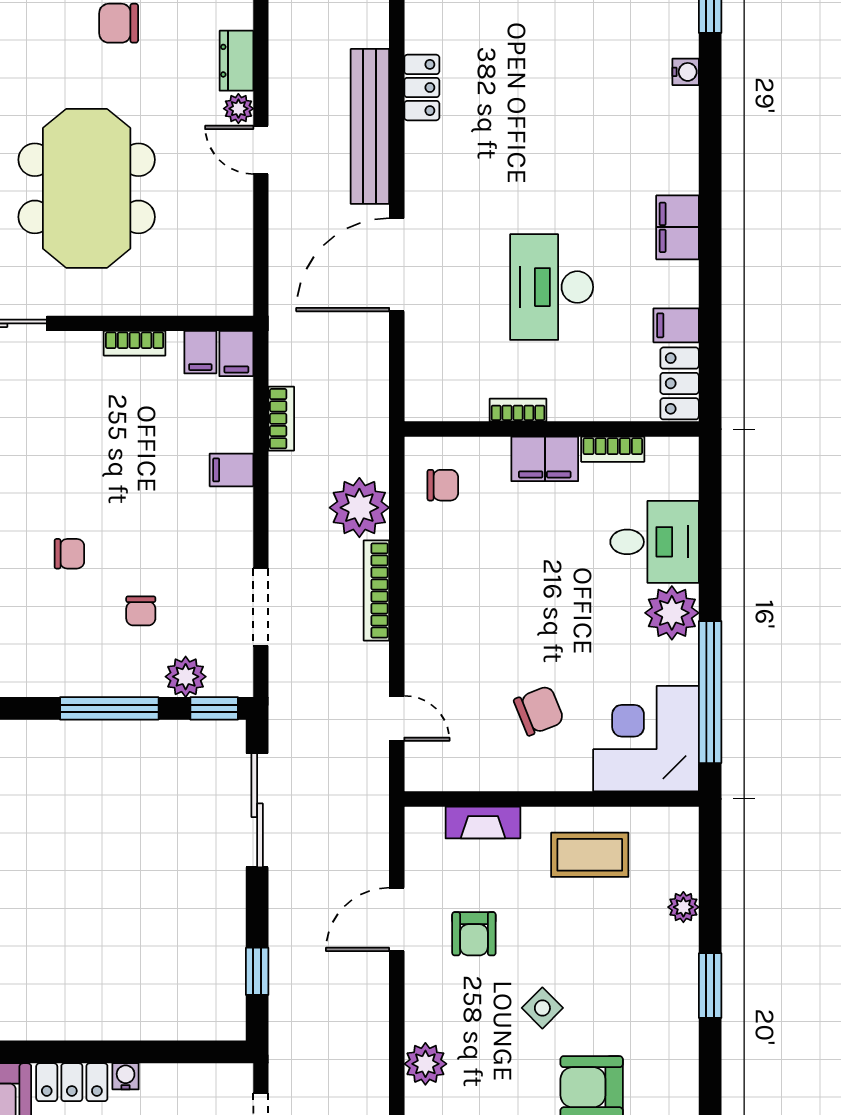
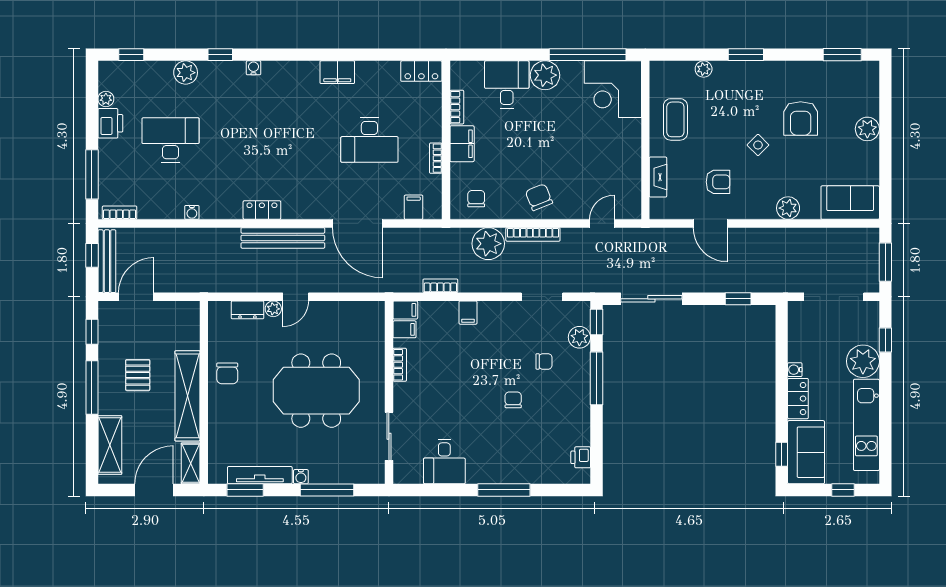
filing cabinet: (676, 325) -> (414, 207), moved, turned 180
chair: (539, 711) -> (539, 197), moved

